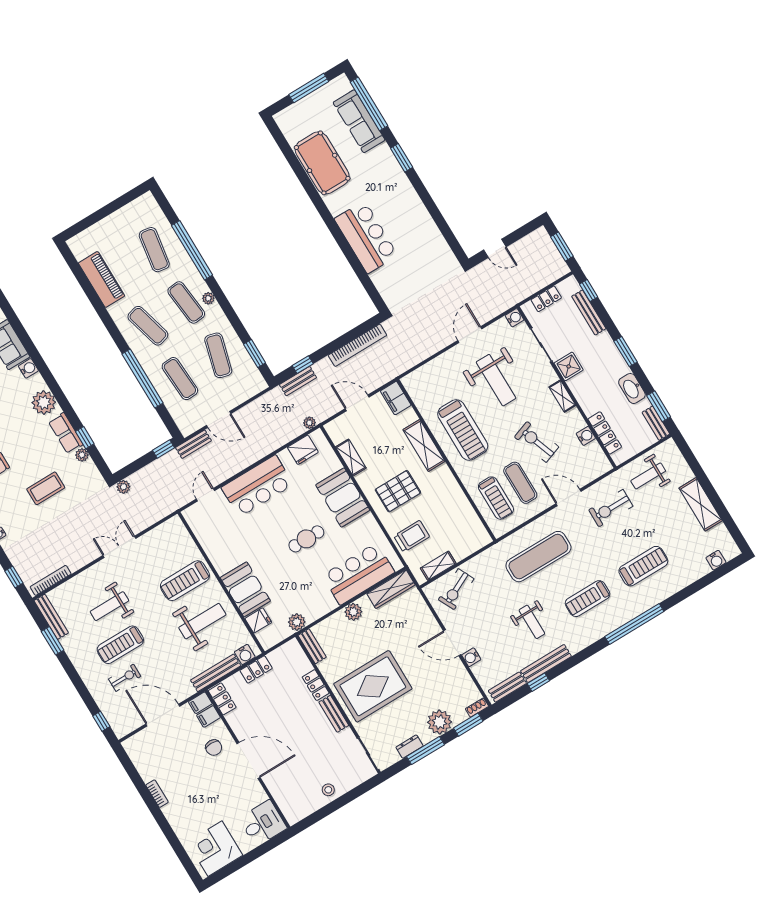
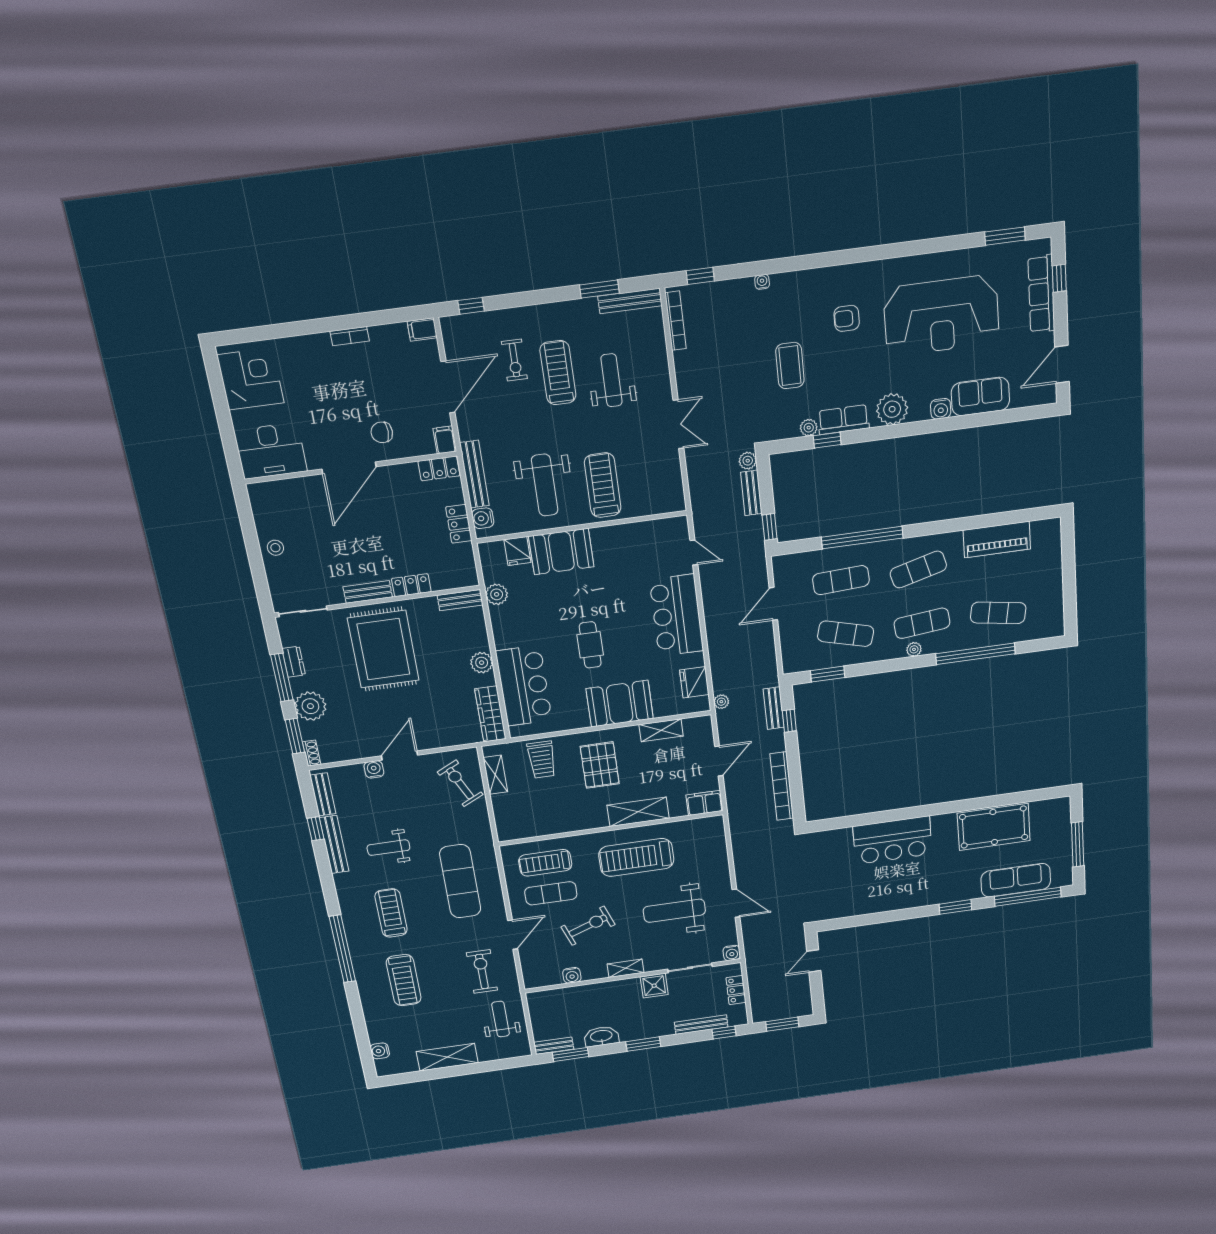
locker: (605, 433) -> (566, 994), removed
bench: (193, 444) -> (751, 493), moved
filing cabinet: (209, 716) -> (422, 329), moved, turned -90
desk: (263, 823) -> (271, 451), width x1.37

